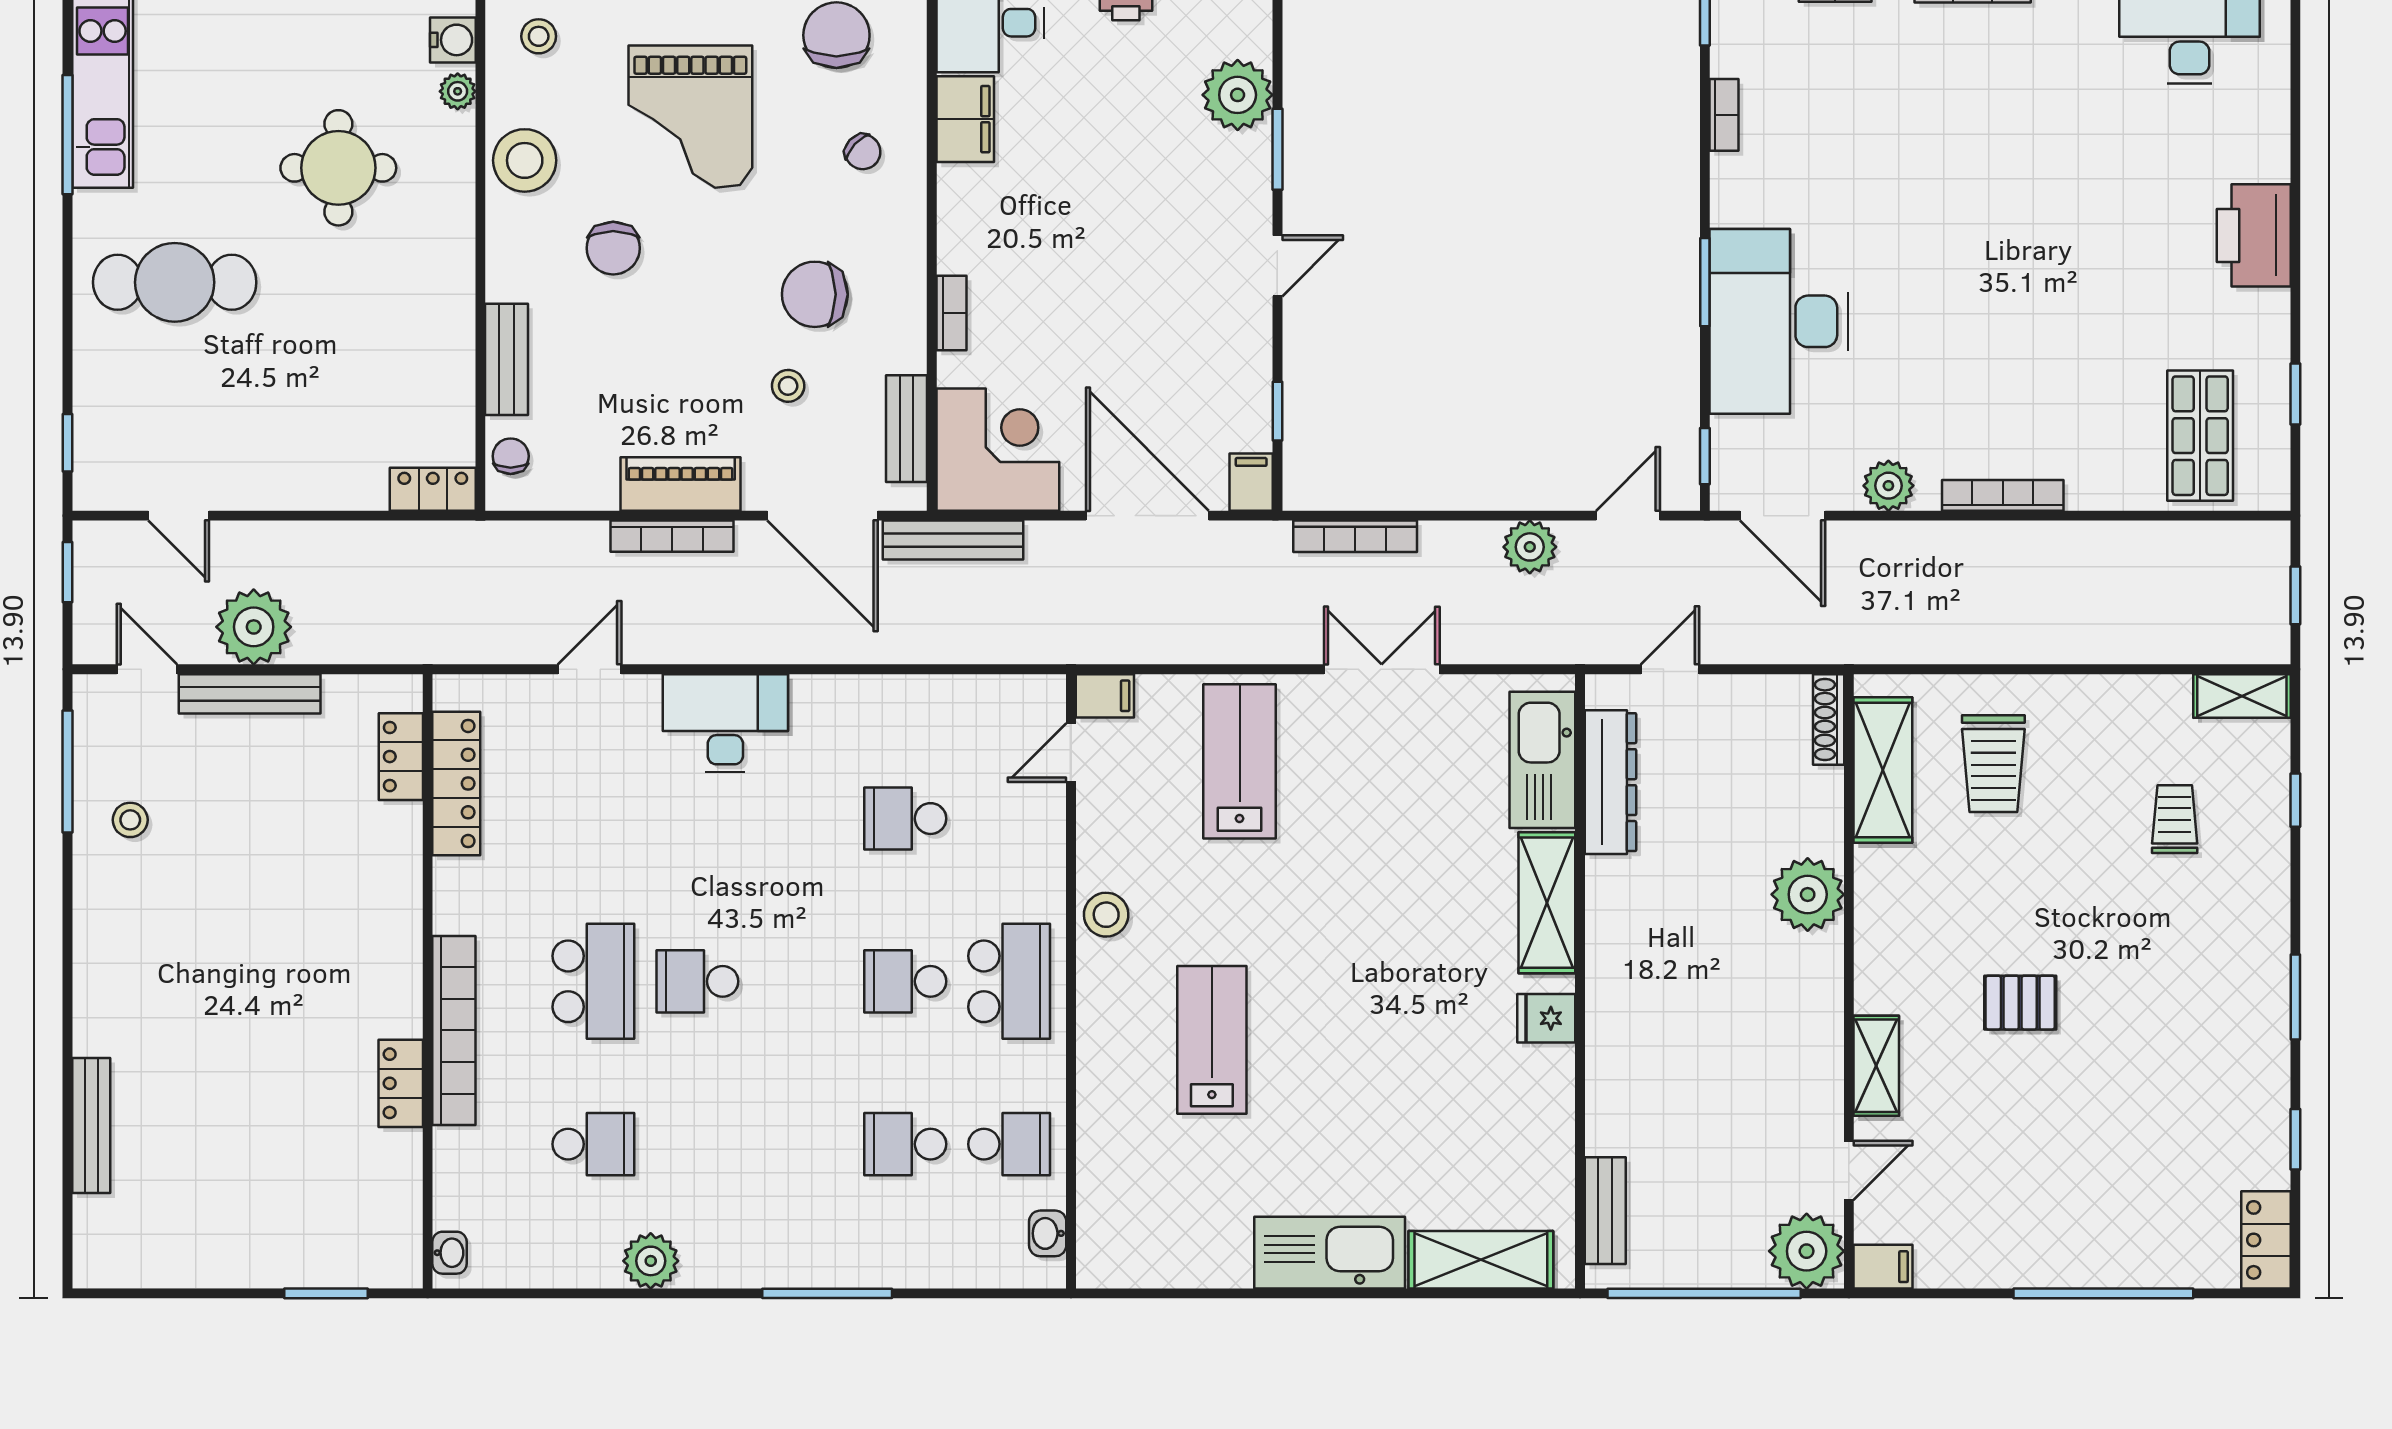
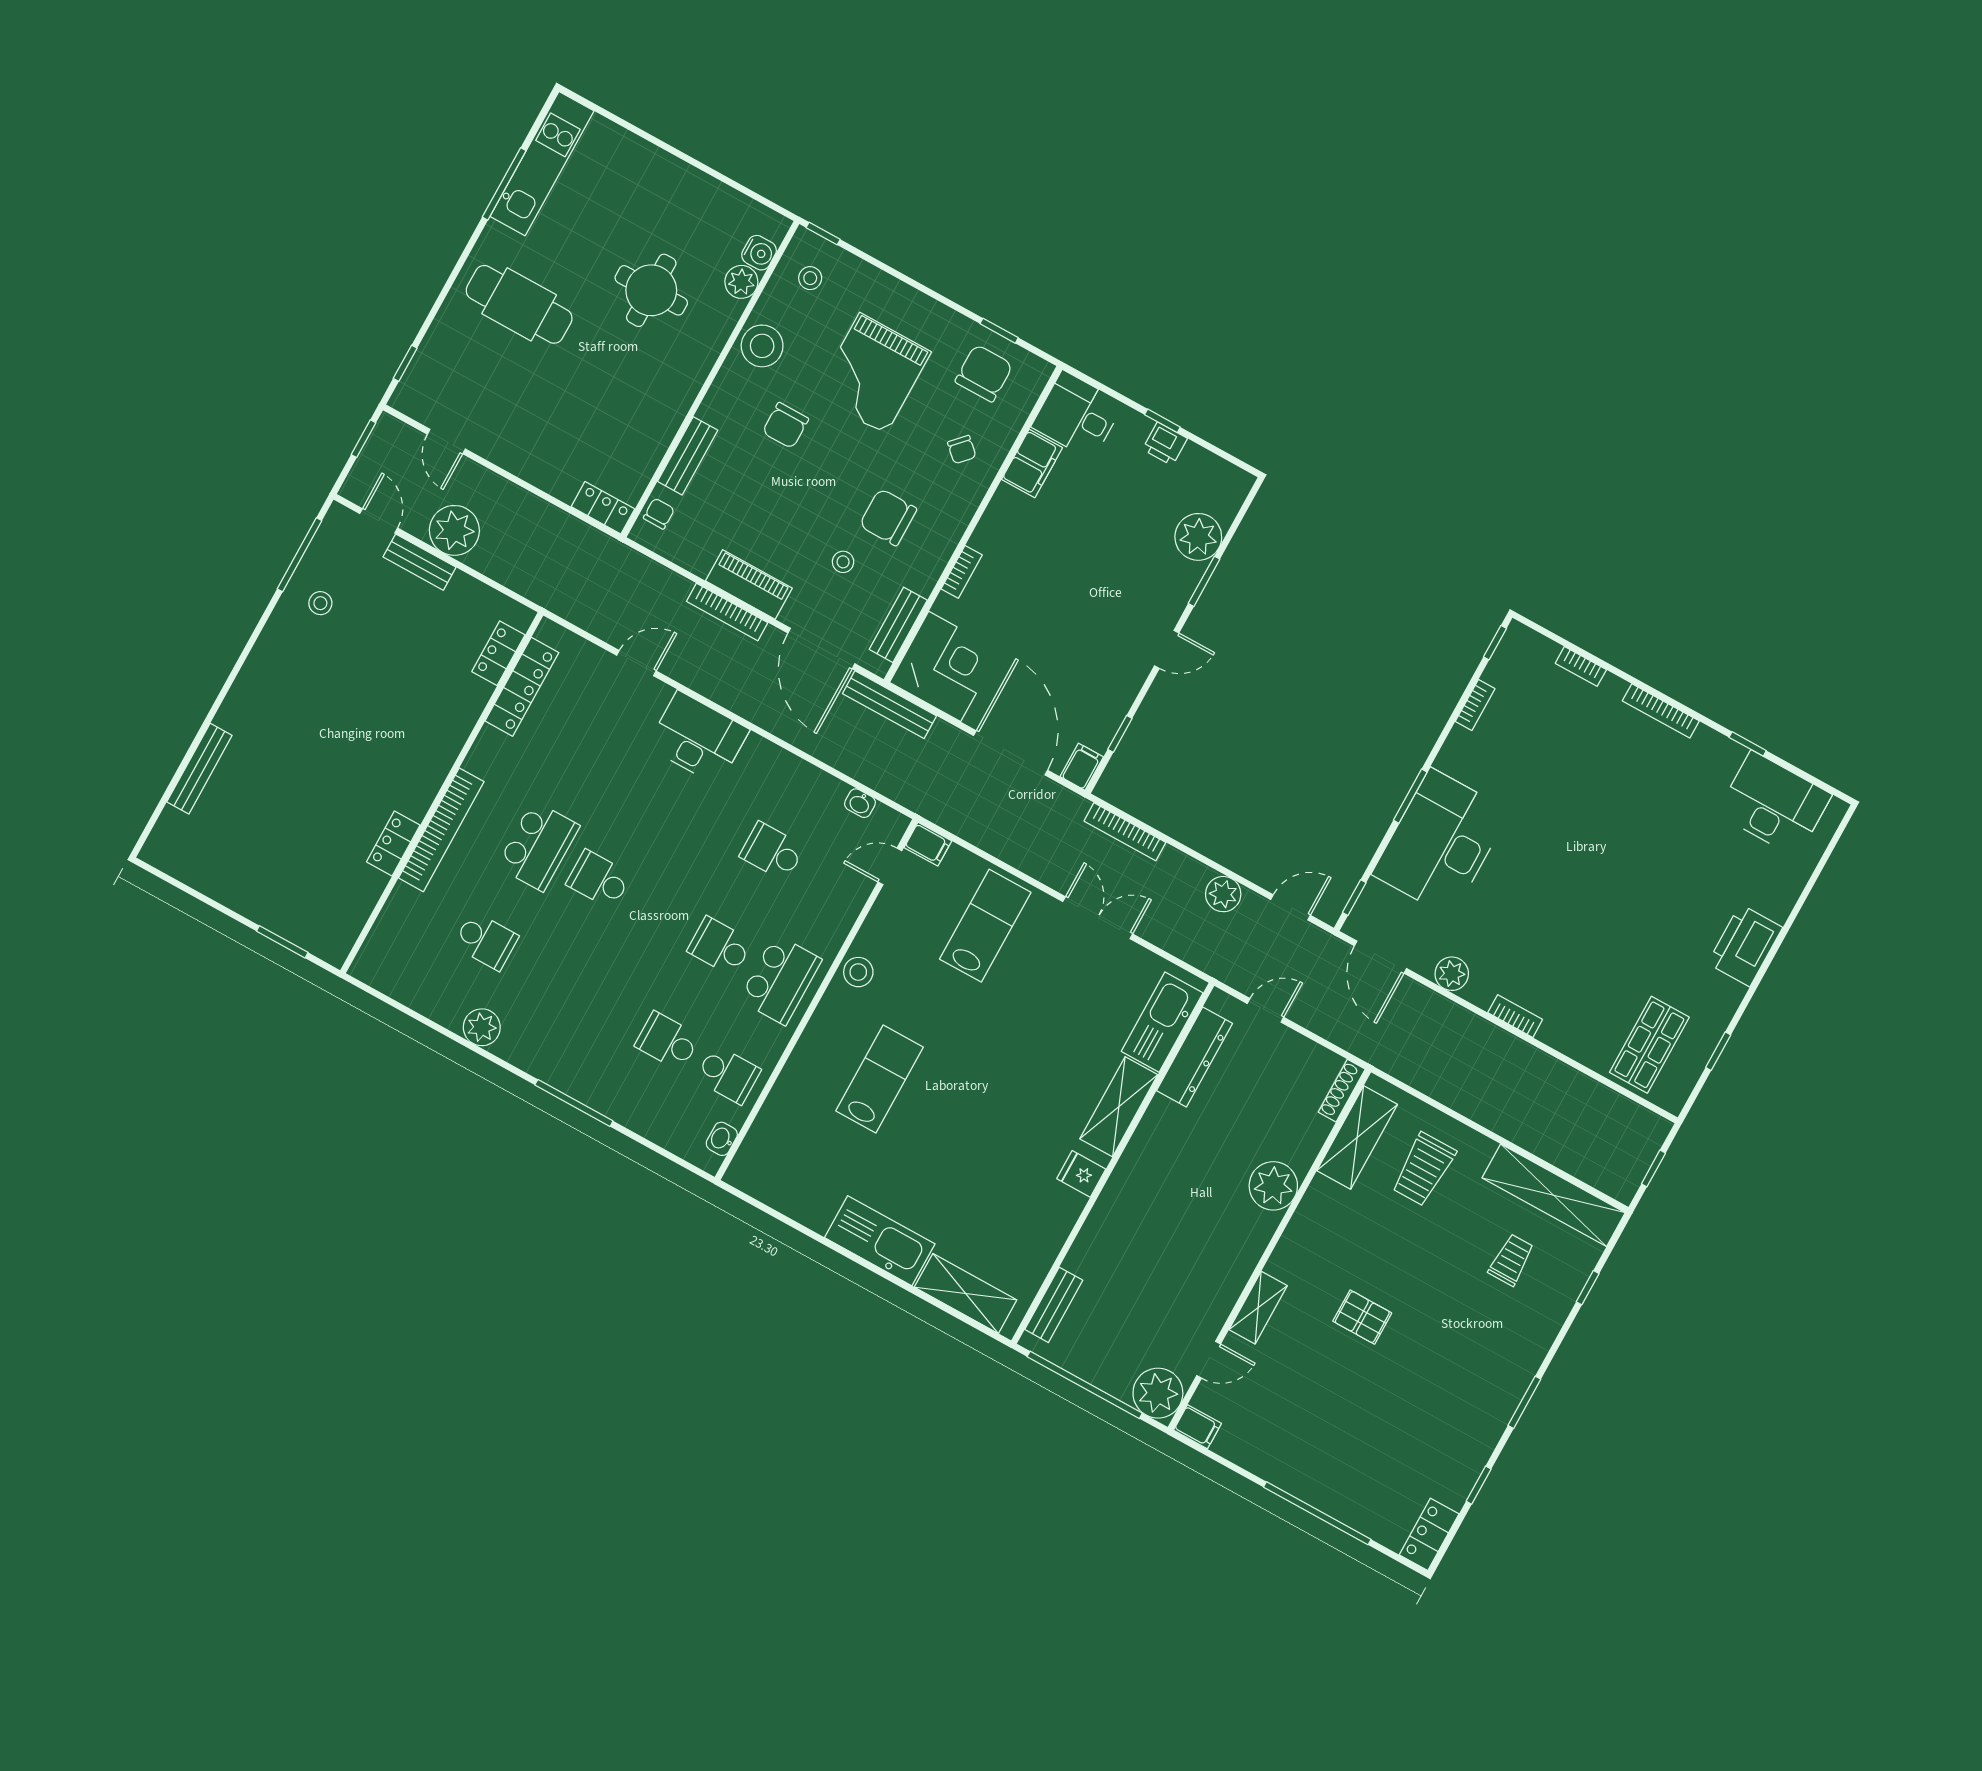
plant: (458, 91) -> (741, 282), width x1.38, depth x1.38
bookcase: (2003, 495) -> (1515, 1016), width x0.64
bench: (250, 694) -> (419, 562), width x0.73
shelving: (2242, 696) -> (1554, 1195), width x2.20, depth x1.33
washbasin: (450, 1253) -> (860, 803), moved, turned 90

